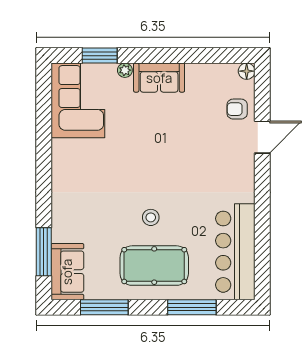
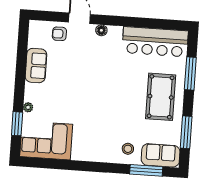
floor lamp: (247, 71) -> (101, 30), moved
sofa: (159, 78) -> (36, 66), moved
armchair: (237, 109) -> (59, 34), turned 90
stool: (151, 217) -> (128, 149), moved

